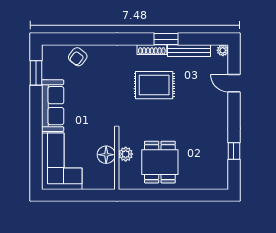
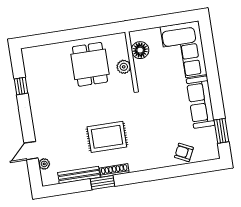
plant: (223, 50) -> (44, 164), moved
armchair: (78, 57) -> (184, 152), turned -102
door: (234, 83) -> (31, 151), swing flipped
floor lamp: (106, 155) -> (140, 50), moved

